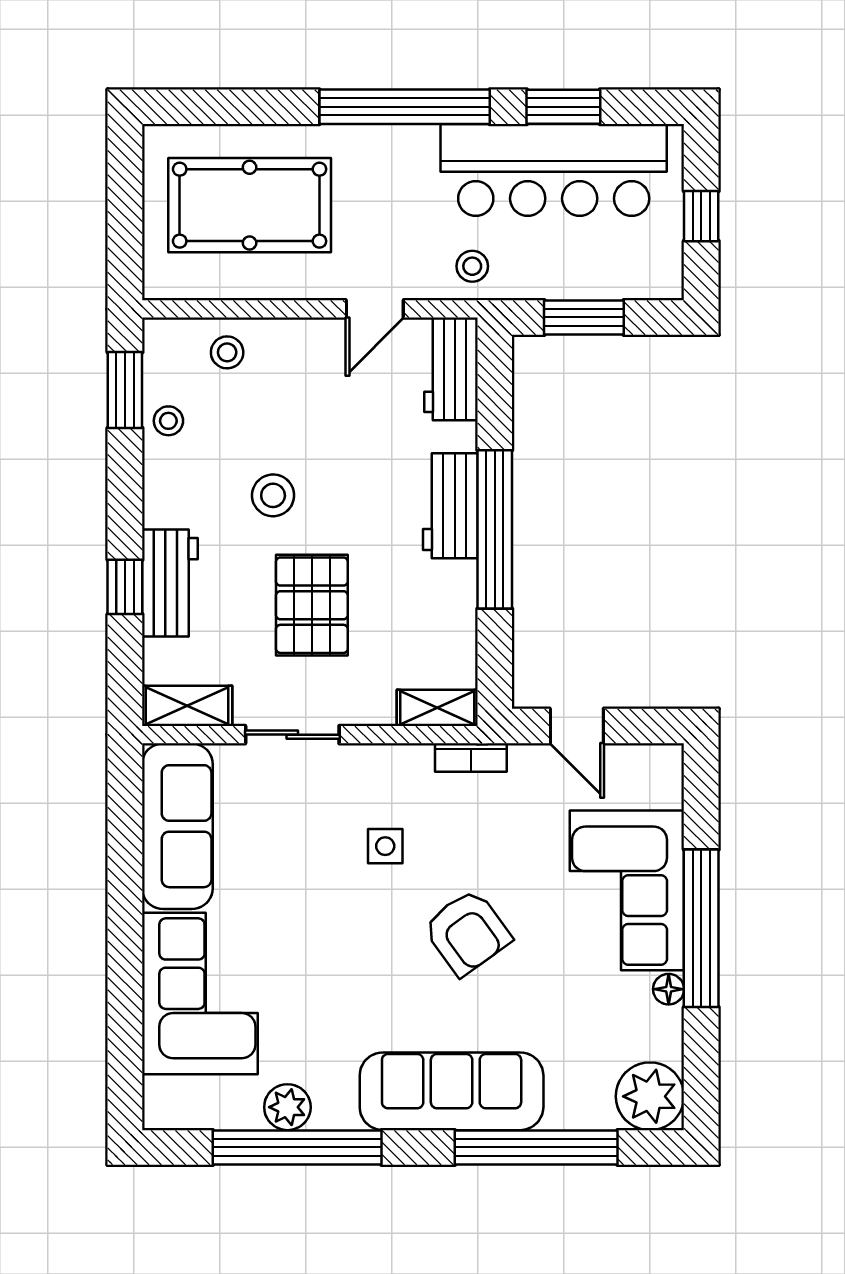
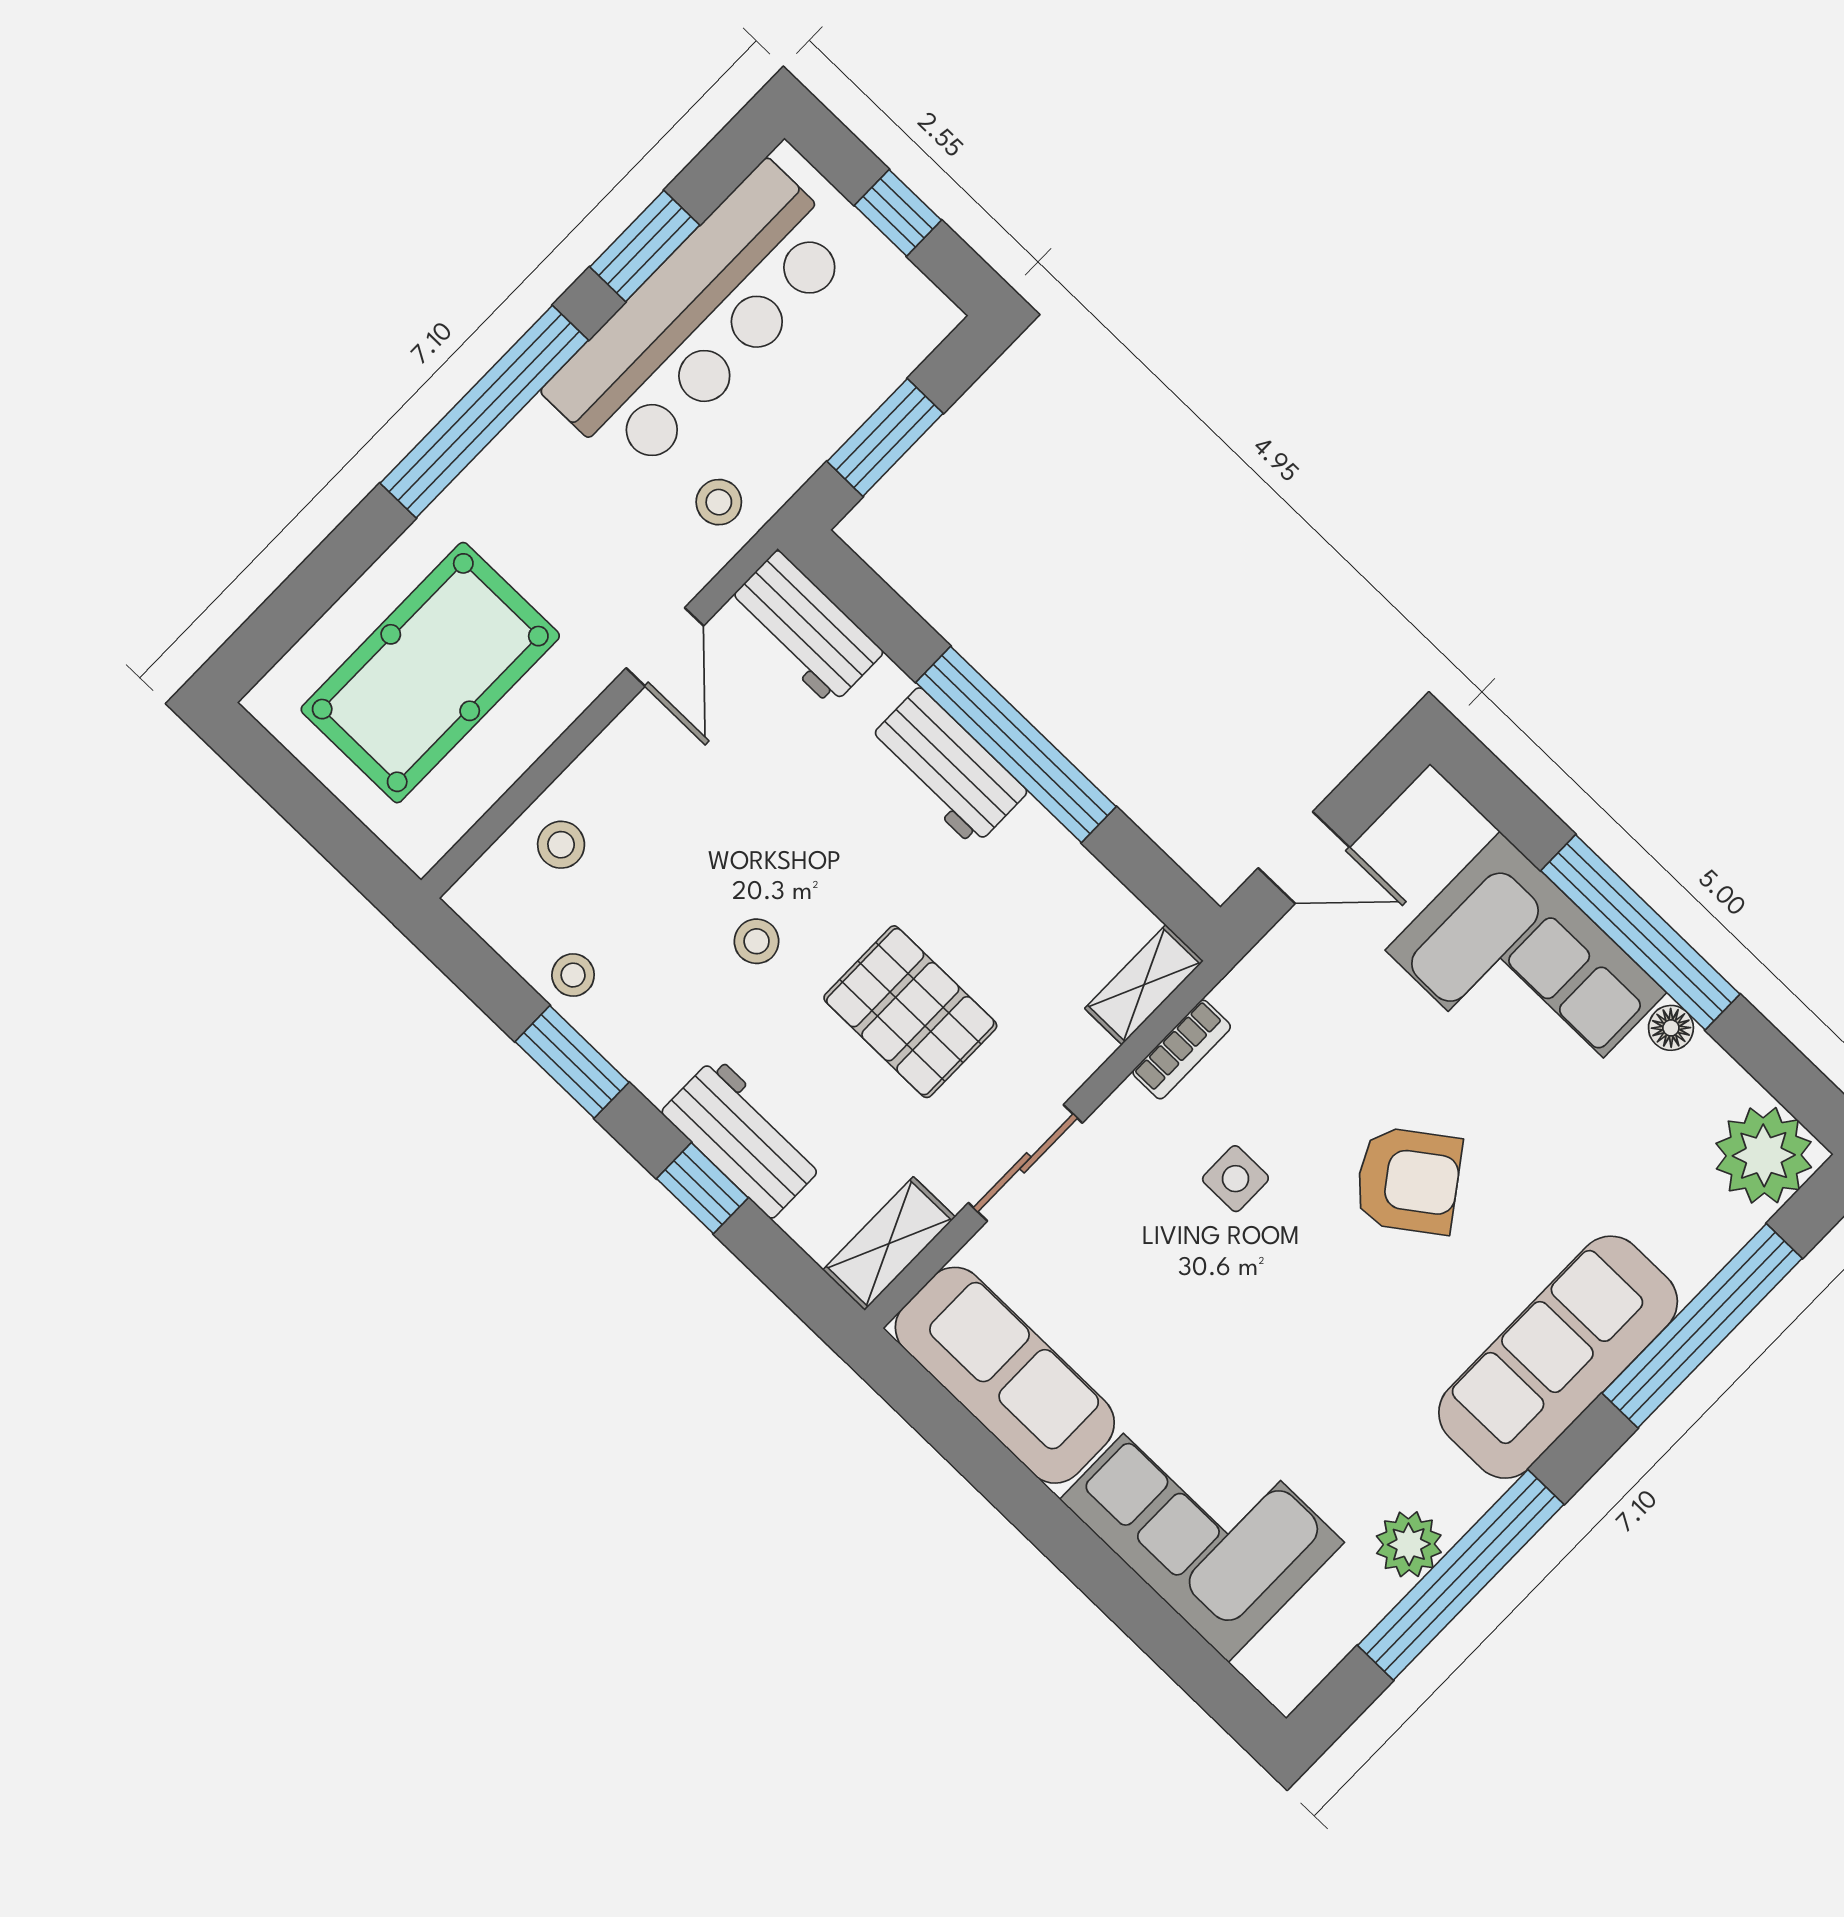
window: (125, 390) -> (572, 1062), moved
stool: (273, 495) -> (757, 941), width x0.73, depth x0.73
bookcase: (471, 758) -> (1182, 1049), moved

